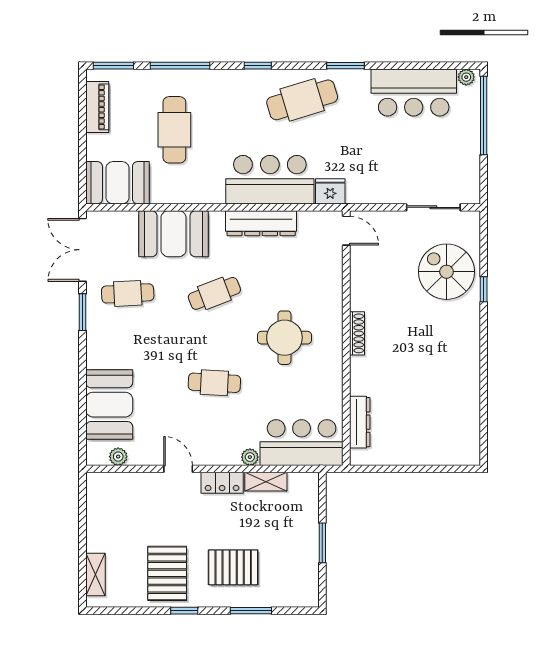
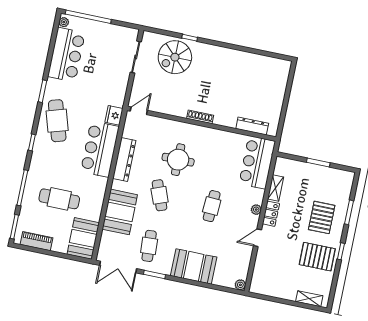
round table: (284, 338) -> (178, 160), moved
booth: (109, 405) -> (194, 266), moved
plant: (118, 457) -> (240, 285), moved
plant: (250, 457) -> (256, 210), moved

